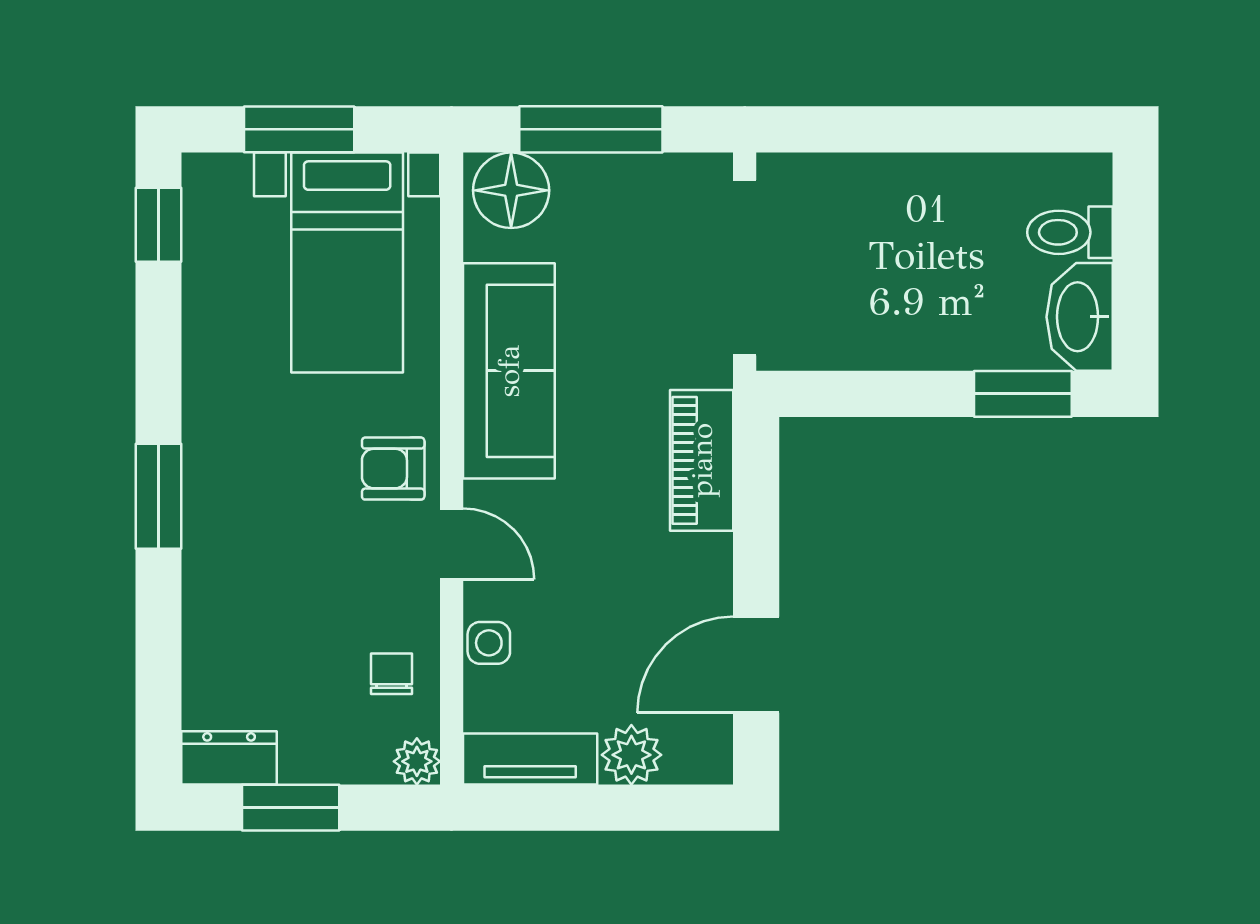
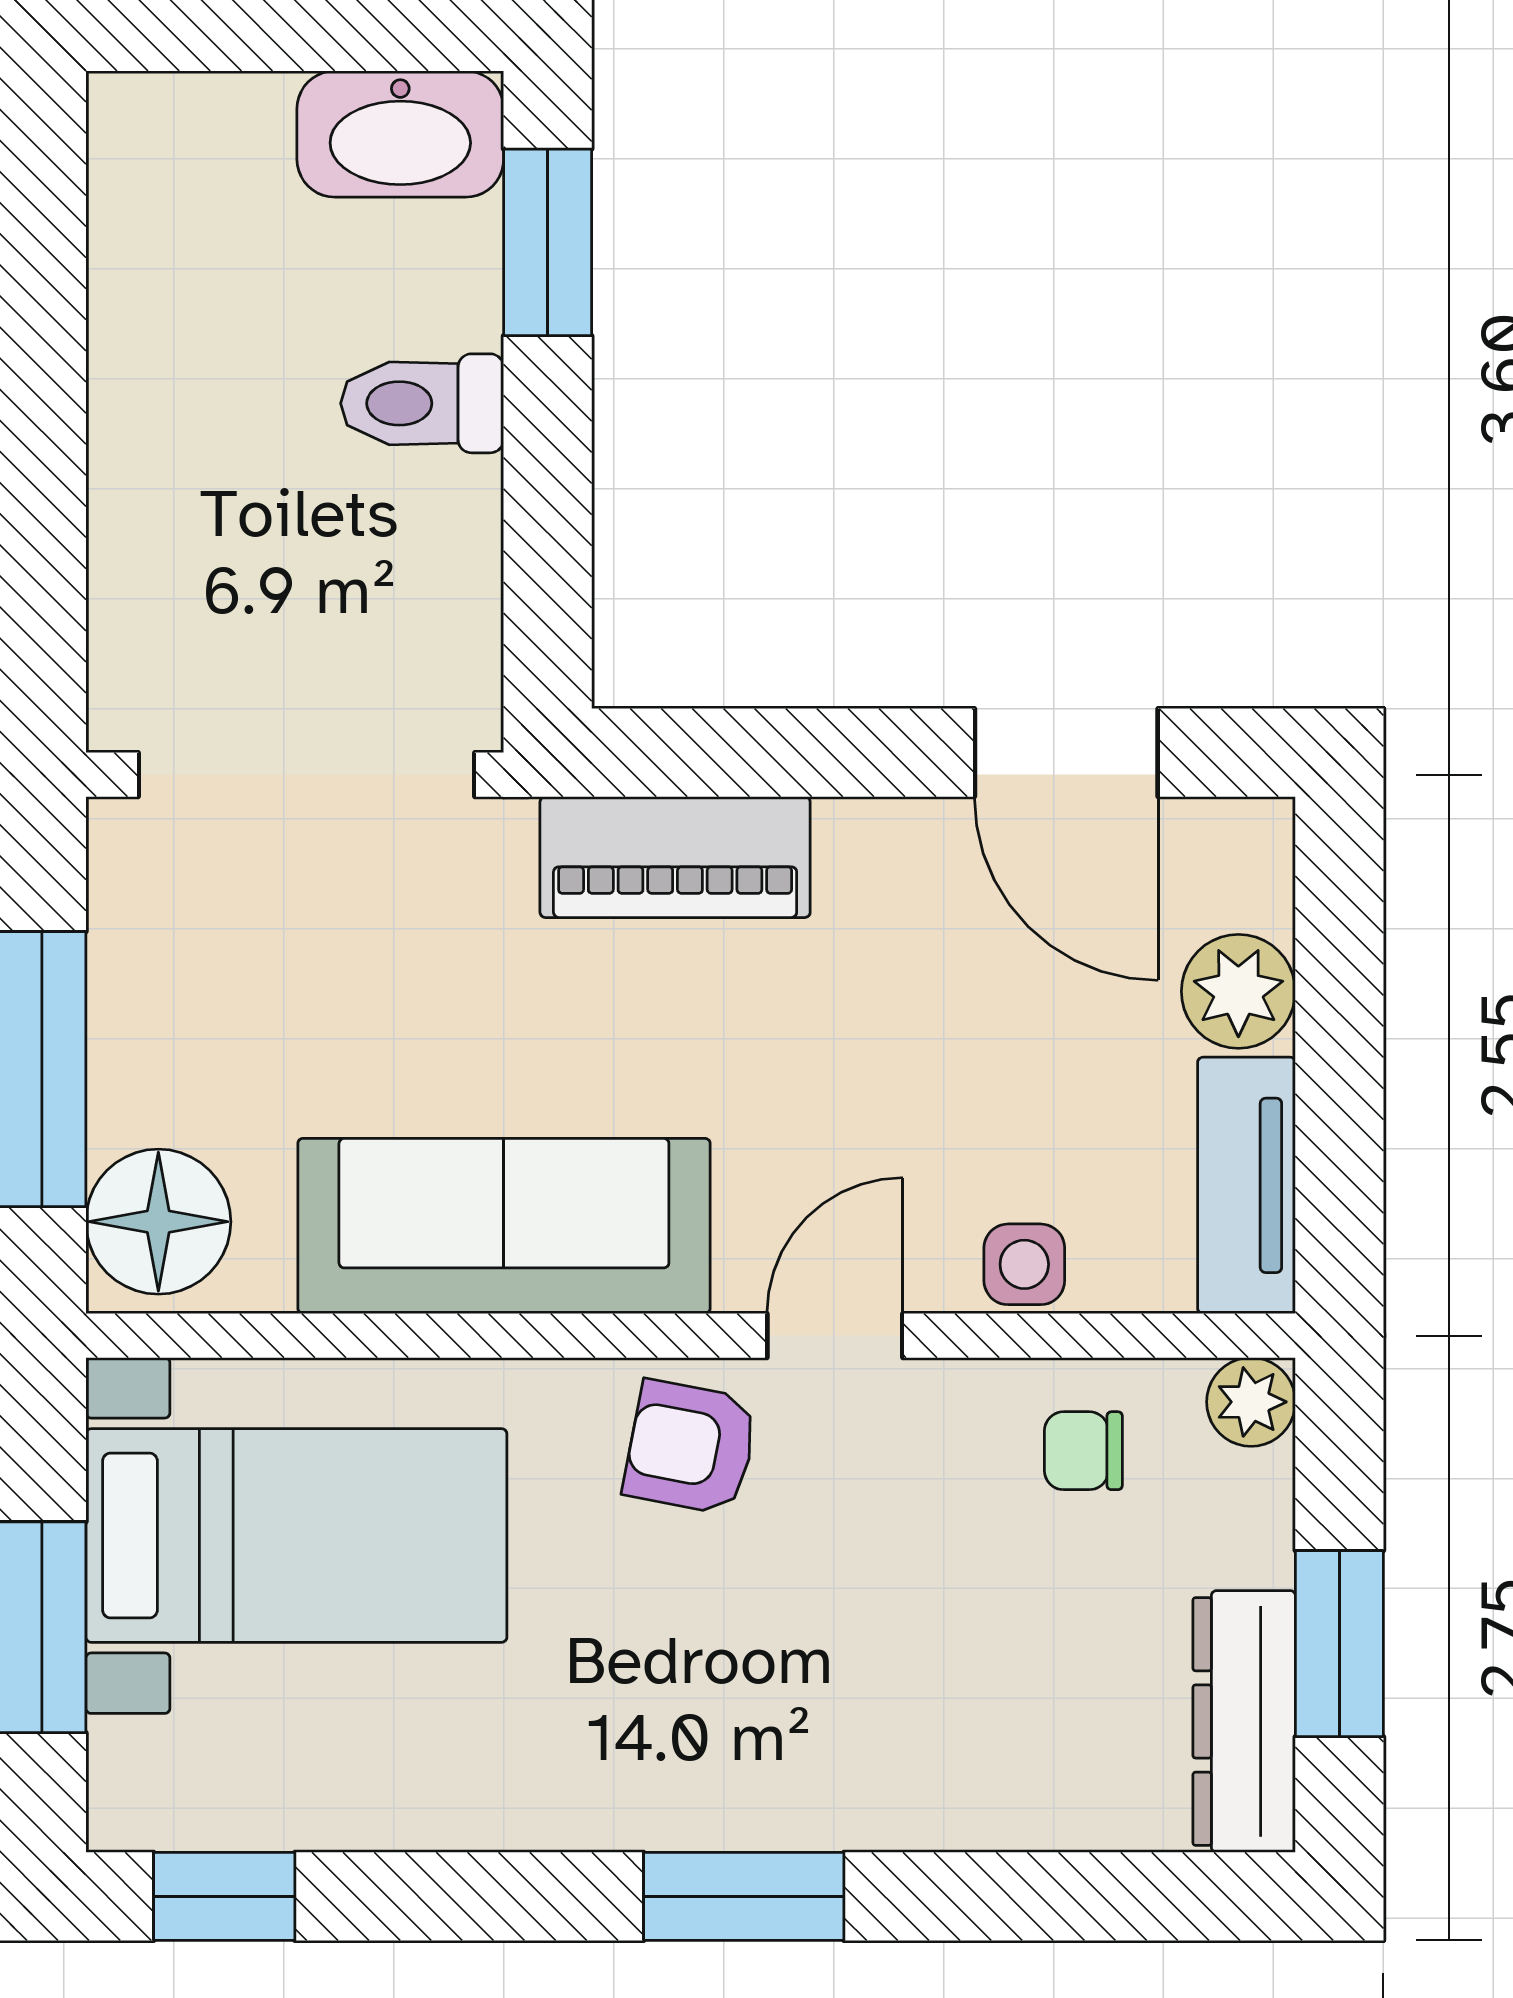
toilet: (1070, 232) -> (422, 403), moved, turned 90
armchair: (393, 469) -> (691, 1447), turned 101
dresser: (229, 758) -> (1244, 1721), width x1.44

